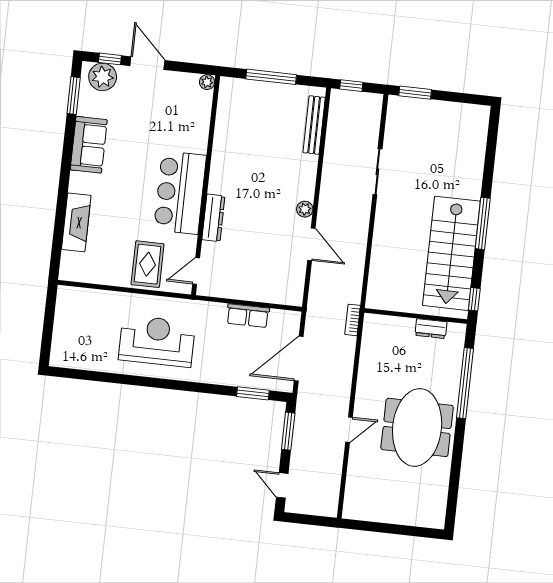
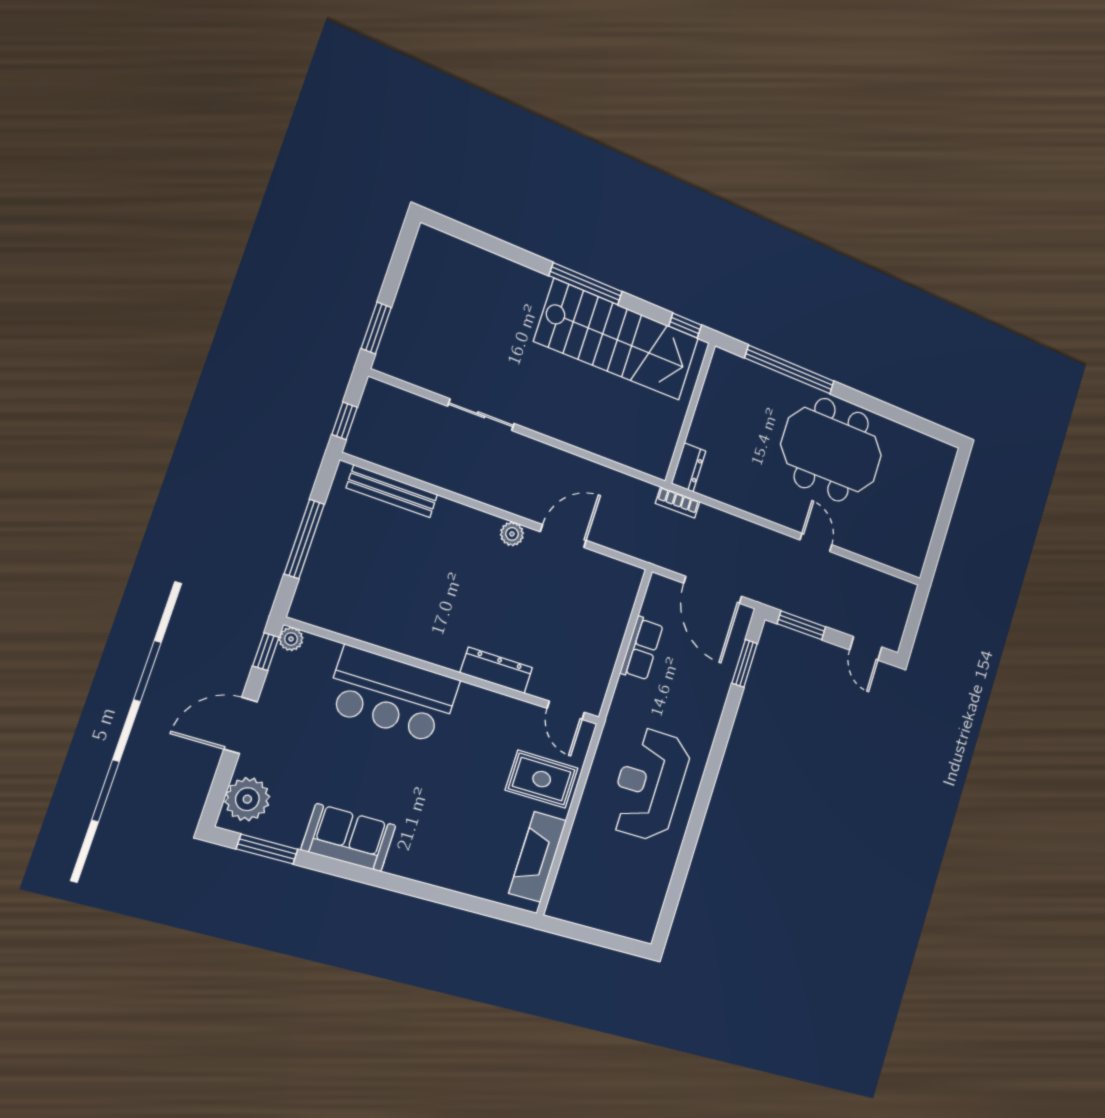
window: (110, 59) -> (266, 652), moved
bar counter: (180, 193) -> (393, 695), moved
fireplace: (76, 222) -> (537, 857), moved, turned -90
dresser: (431, 329) -> (689, 467), moved
door: (282, 485) -> (866, 648), hinge flipped

